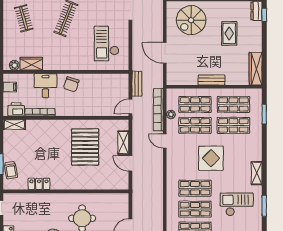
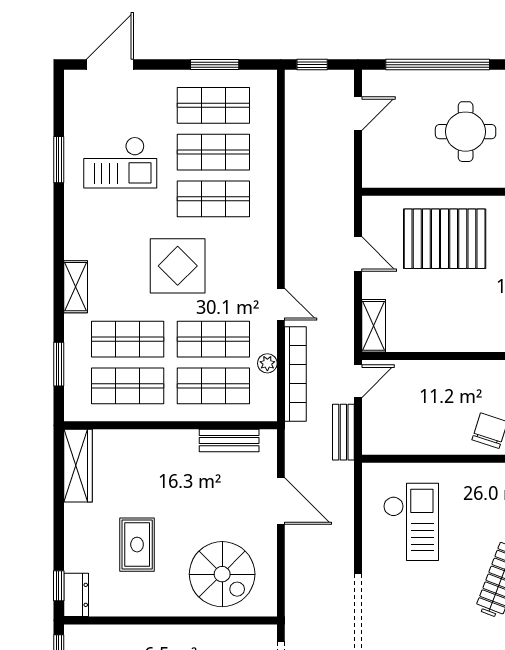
spiral stairs: (191, 20) -> (222, 574), turned 90
bench: (212, 80) -> (229, 441), moved
shelving: (123, 143) -> (374, 326), moved
pallet: (85, 147) -> (445, 239), moved, turned 90
shelving: (257, 173) -> (76, 287), moved

